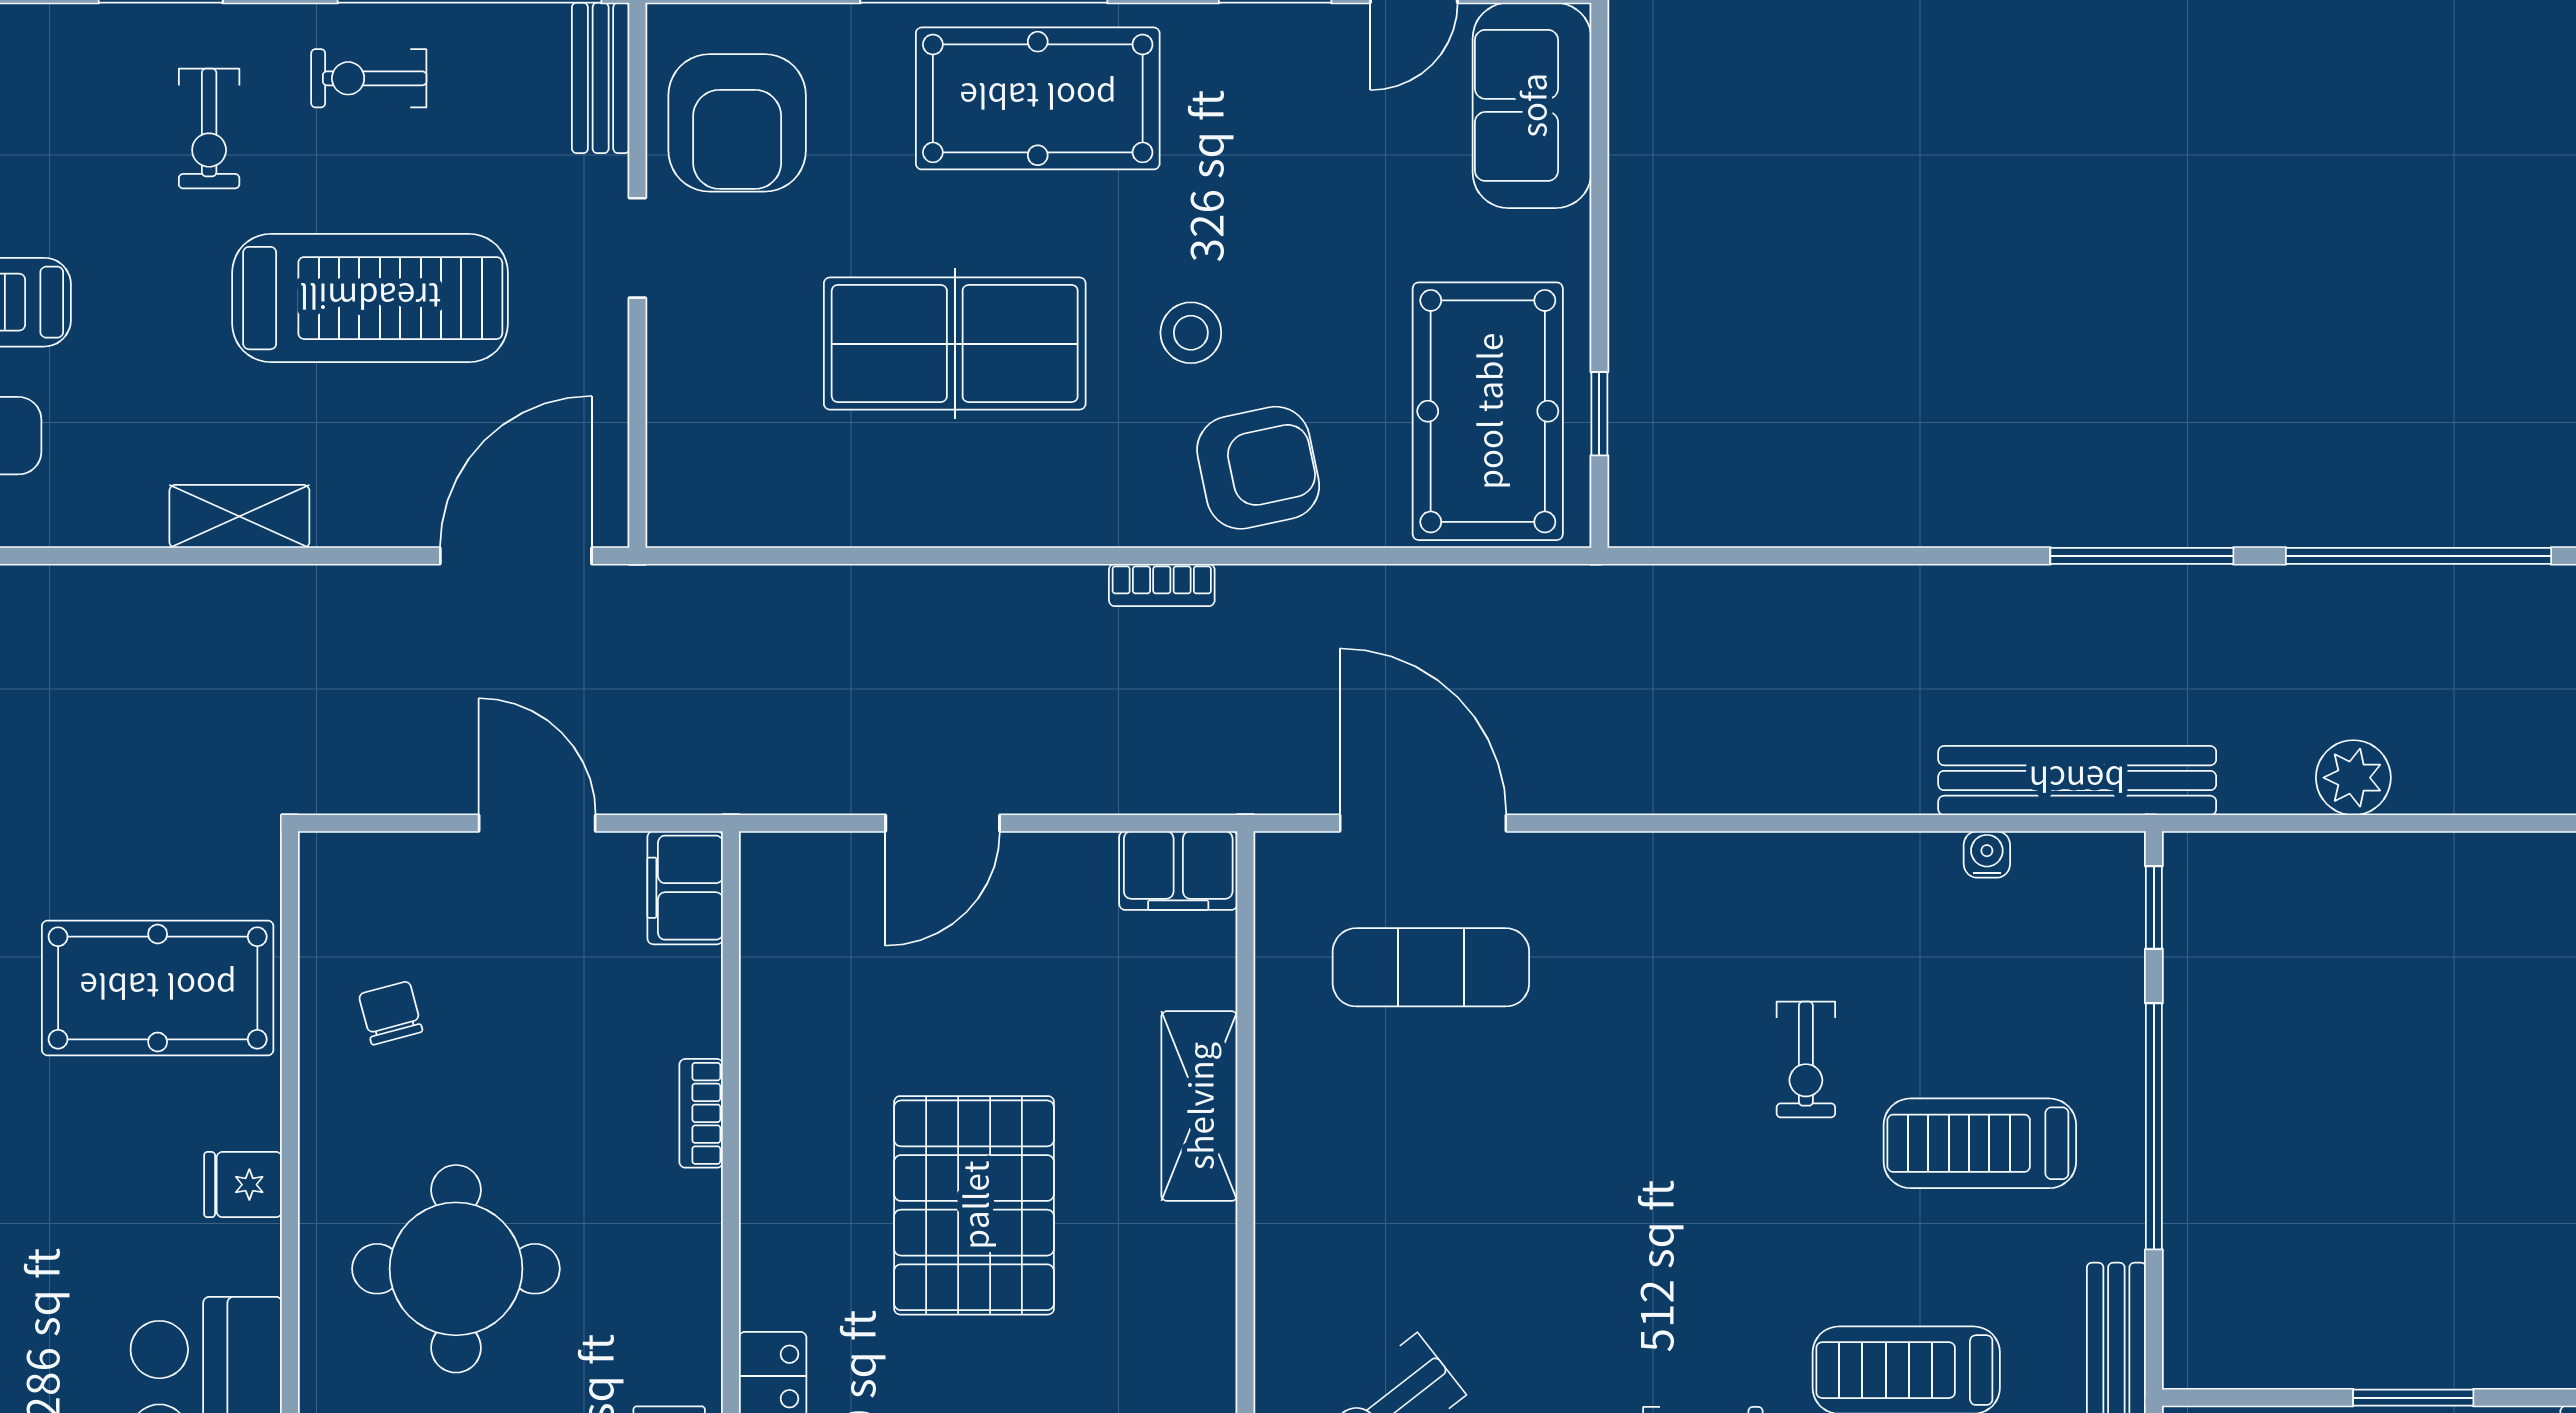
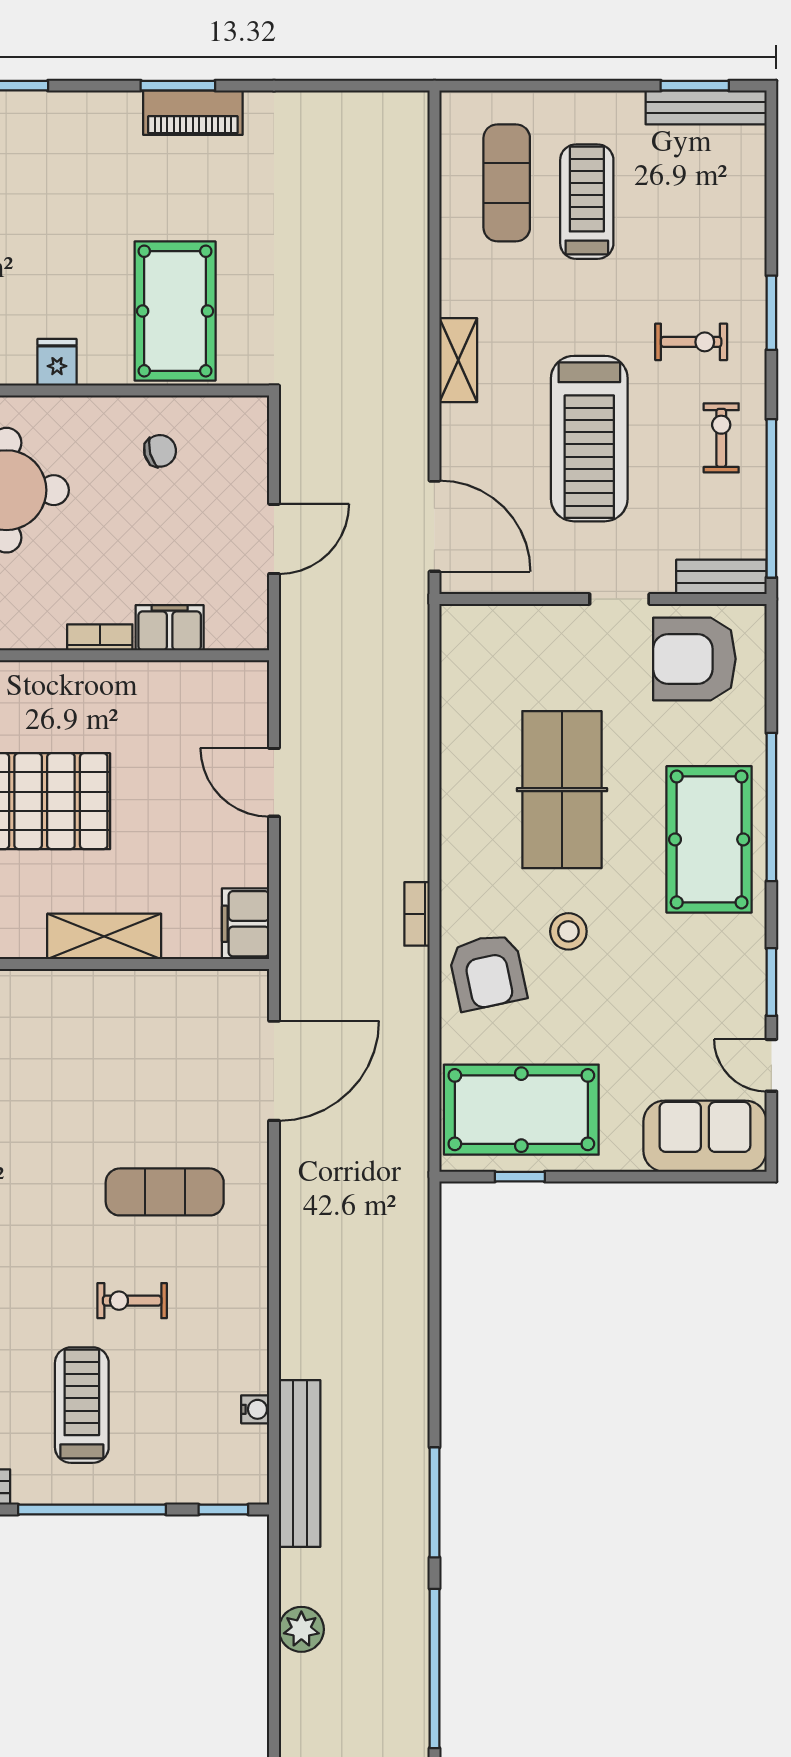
exercise bike: (209, 128) -> (691, 342), turned 180
filing cabinet: (685, 888) -> (170, 628), moved
exercise mat: (1431, 967) -> (165, 1192), moved, turned 90

